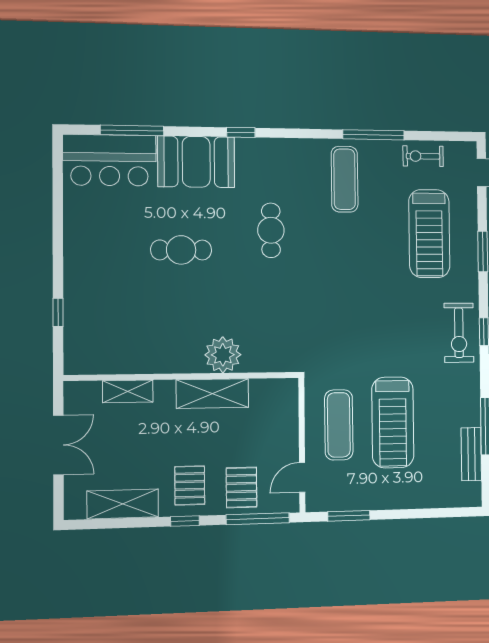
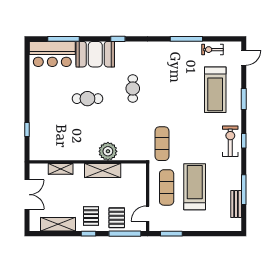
exercise mat: (345, 179) -> (162, 144), moved
exercise bike: (459, 333) -> (230, 141), turned 180
treadmill: (393, 422) -> (195, 187), turned 180

